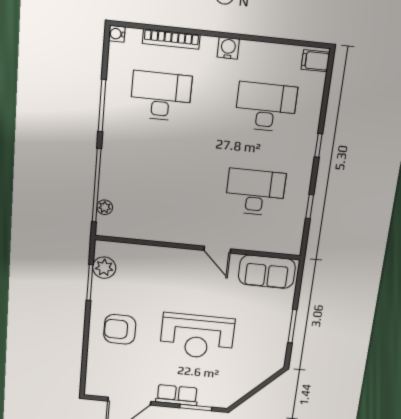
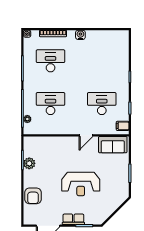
filing cabinet: (315, 61) -> (123, 126), moved
desk: (266, 107) -> (51, 104), moved
door: (217, 250) -> (86, 135), hinge flipped
plant: (104, 268) -> (29, 163), moved
armchair: (120, 329) -> (33, 196), moved, turned -90

